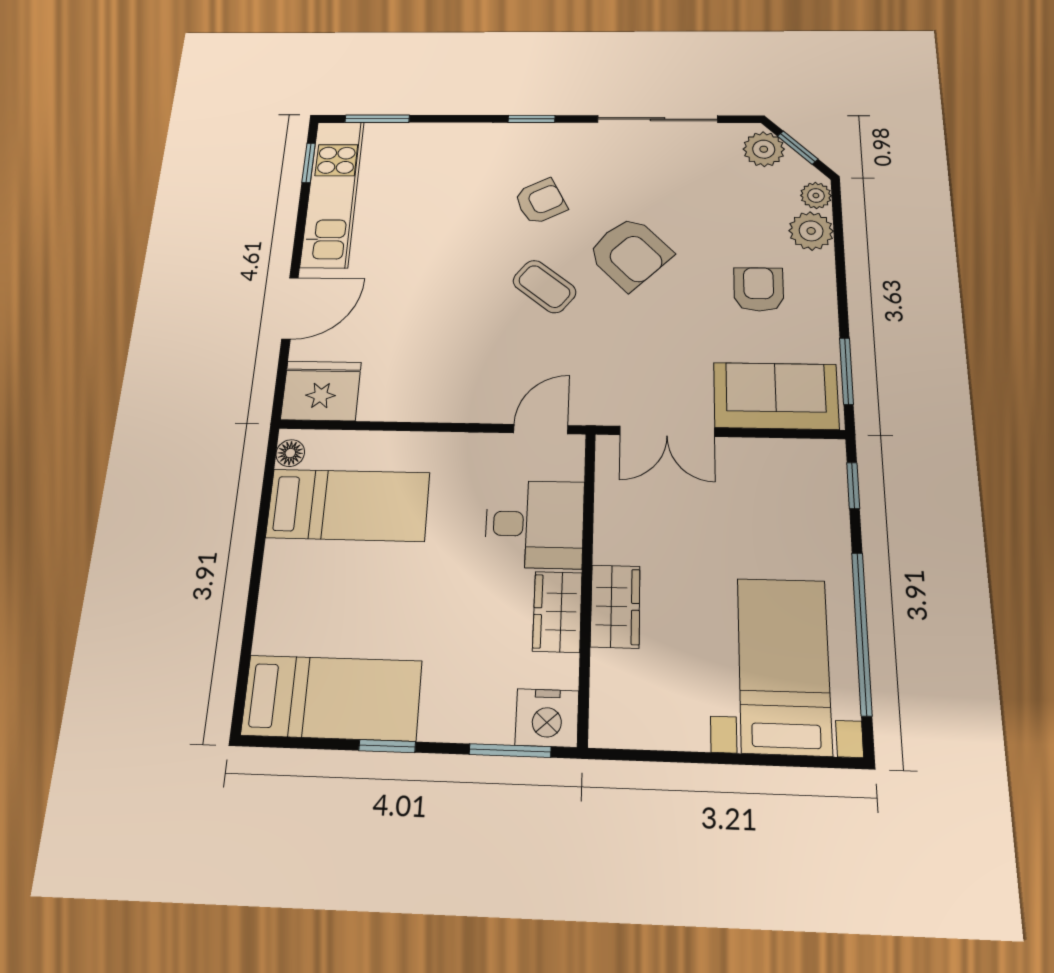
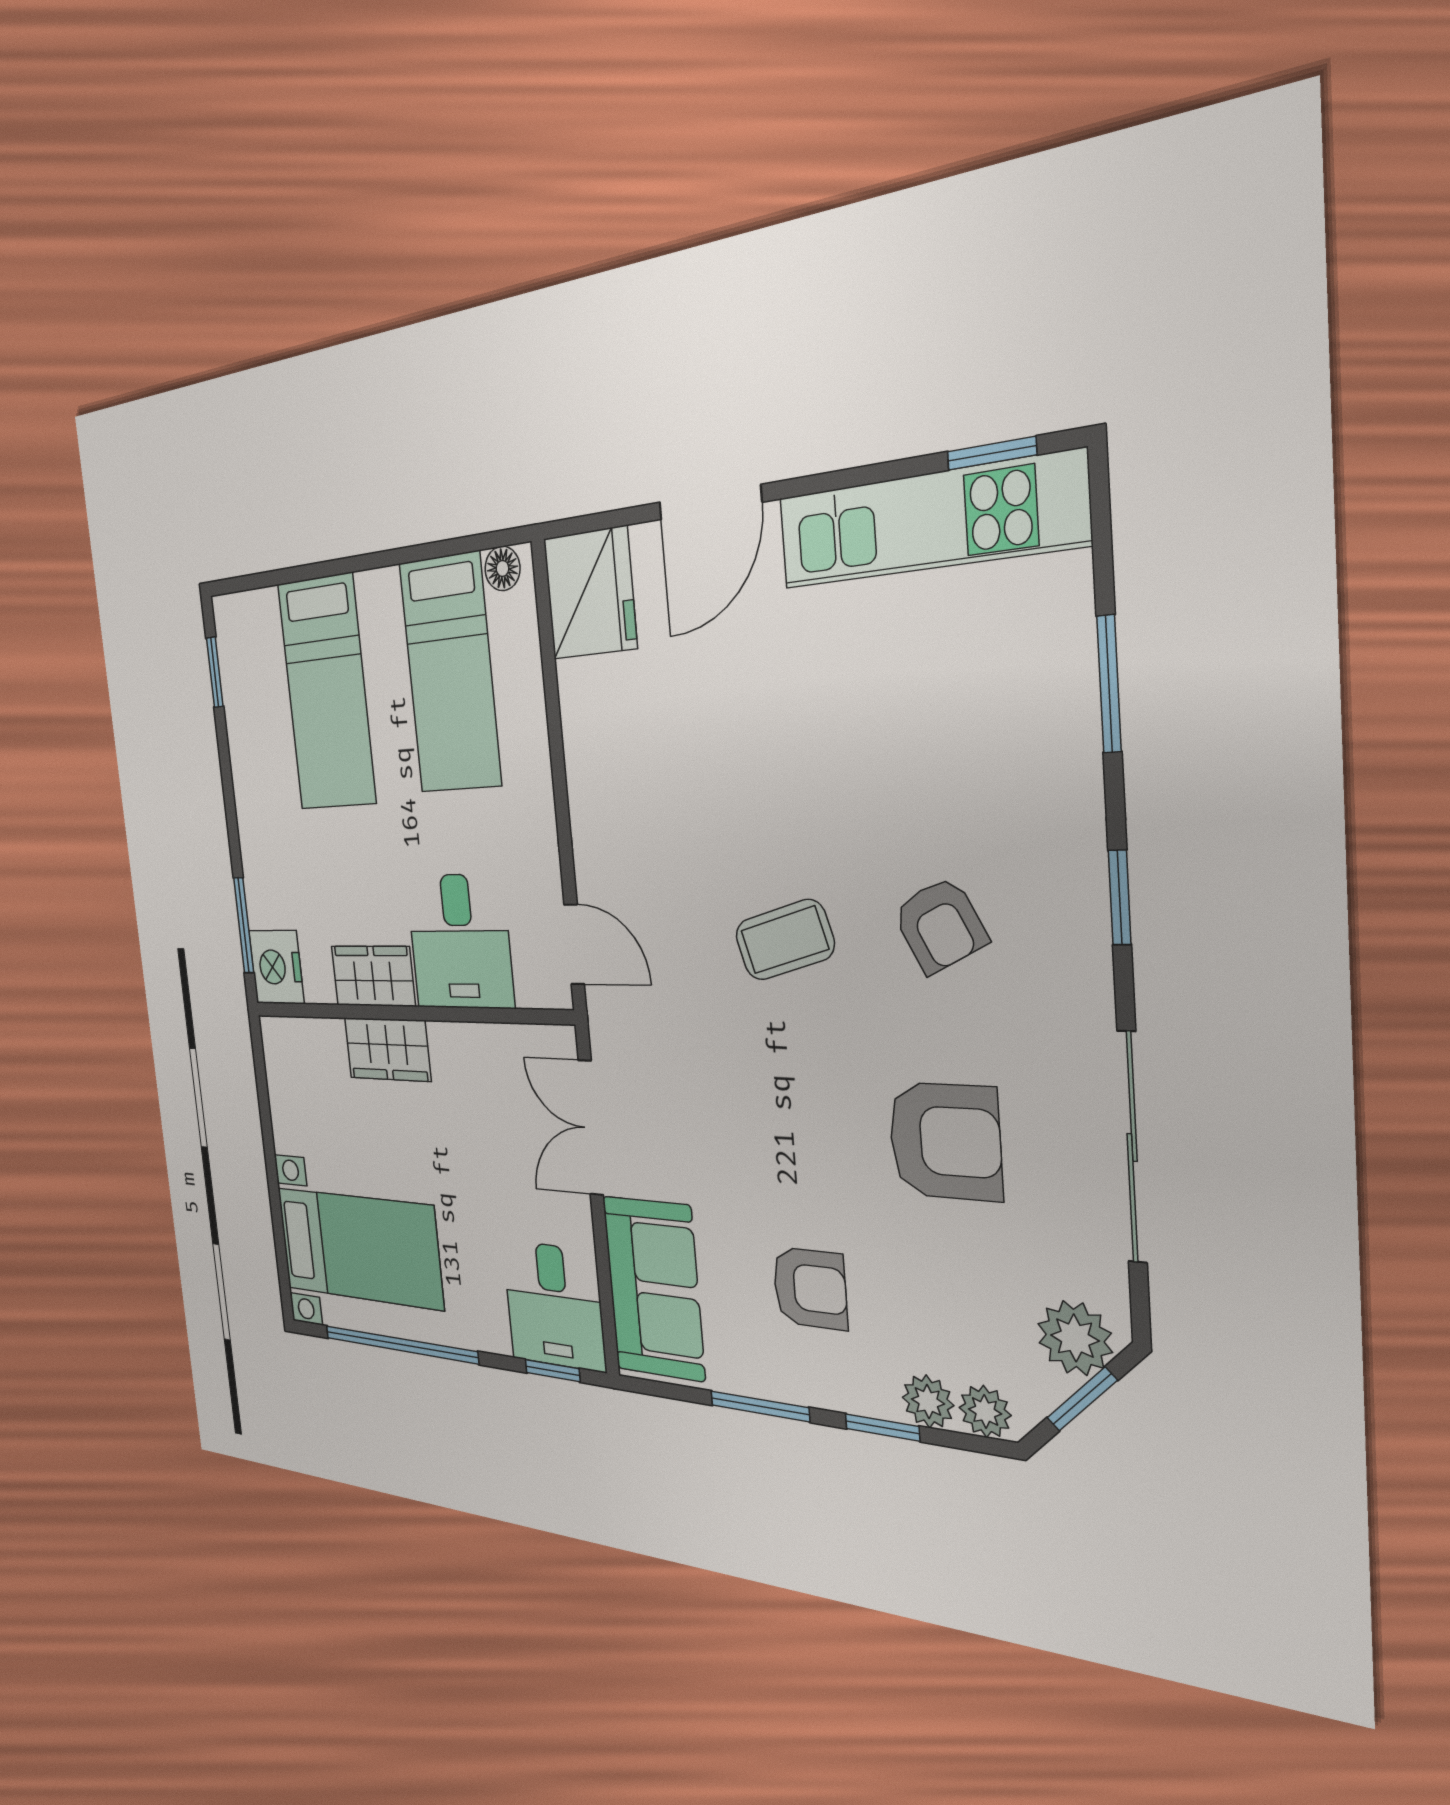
window: (377, 119) -> (1109, 684), moved
plant: (811, 231) -> (928, 1401), width x0.73, depth x0.73
armchair: (630, 253) -> (945, 1141), moved, turned -136
window: (840, 253) -> (882, 1427), added
coffee table: (544, 287) -> (785, 940), turned 36
door: (290, 308) -> (710, 502), hinge flipped
window: (847, 371) -> (760, 1406), moved
desk: (802, 478) -> (554, 1305), added
bed: (332, 698) -> (327, 693), moved
window: (387, 746) -> (215, 672), moved

